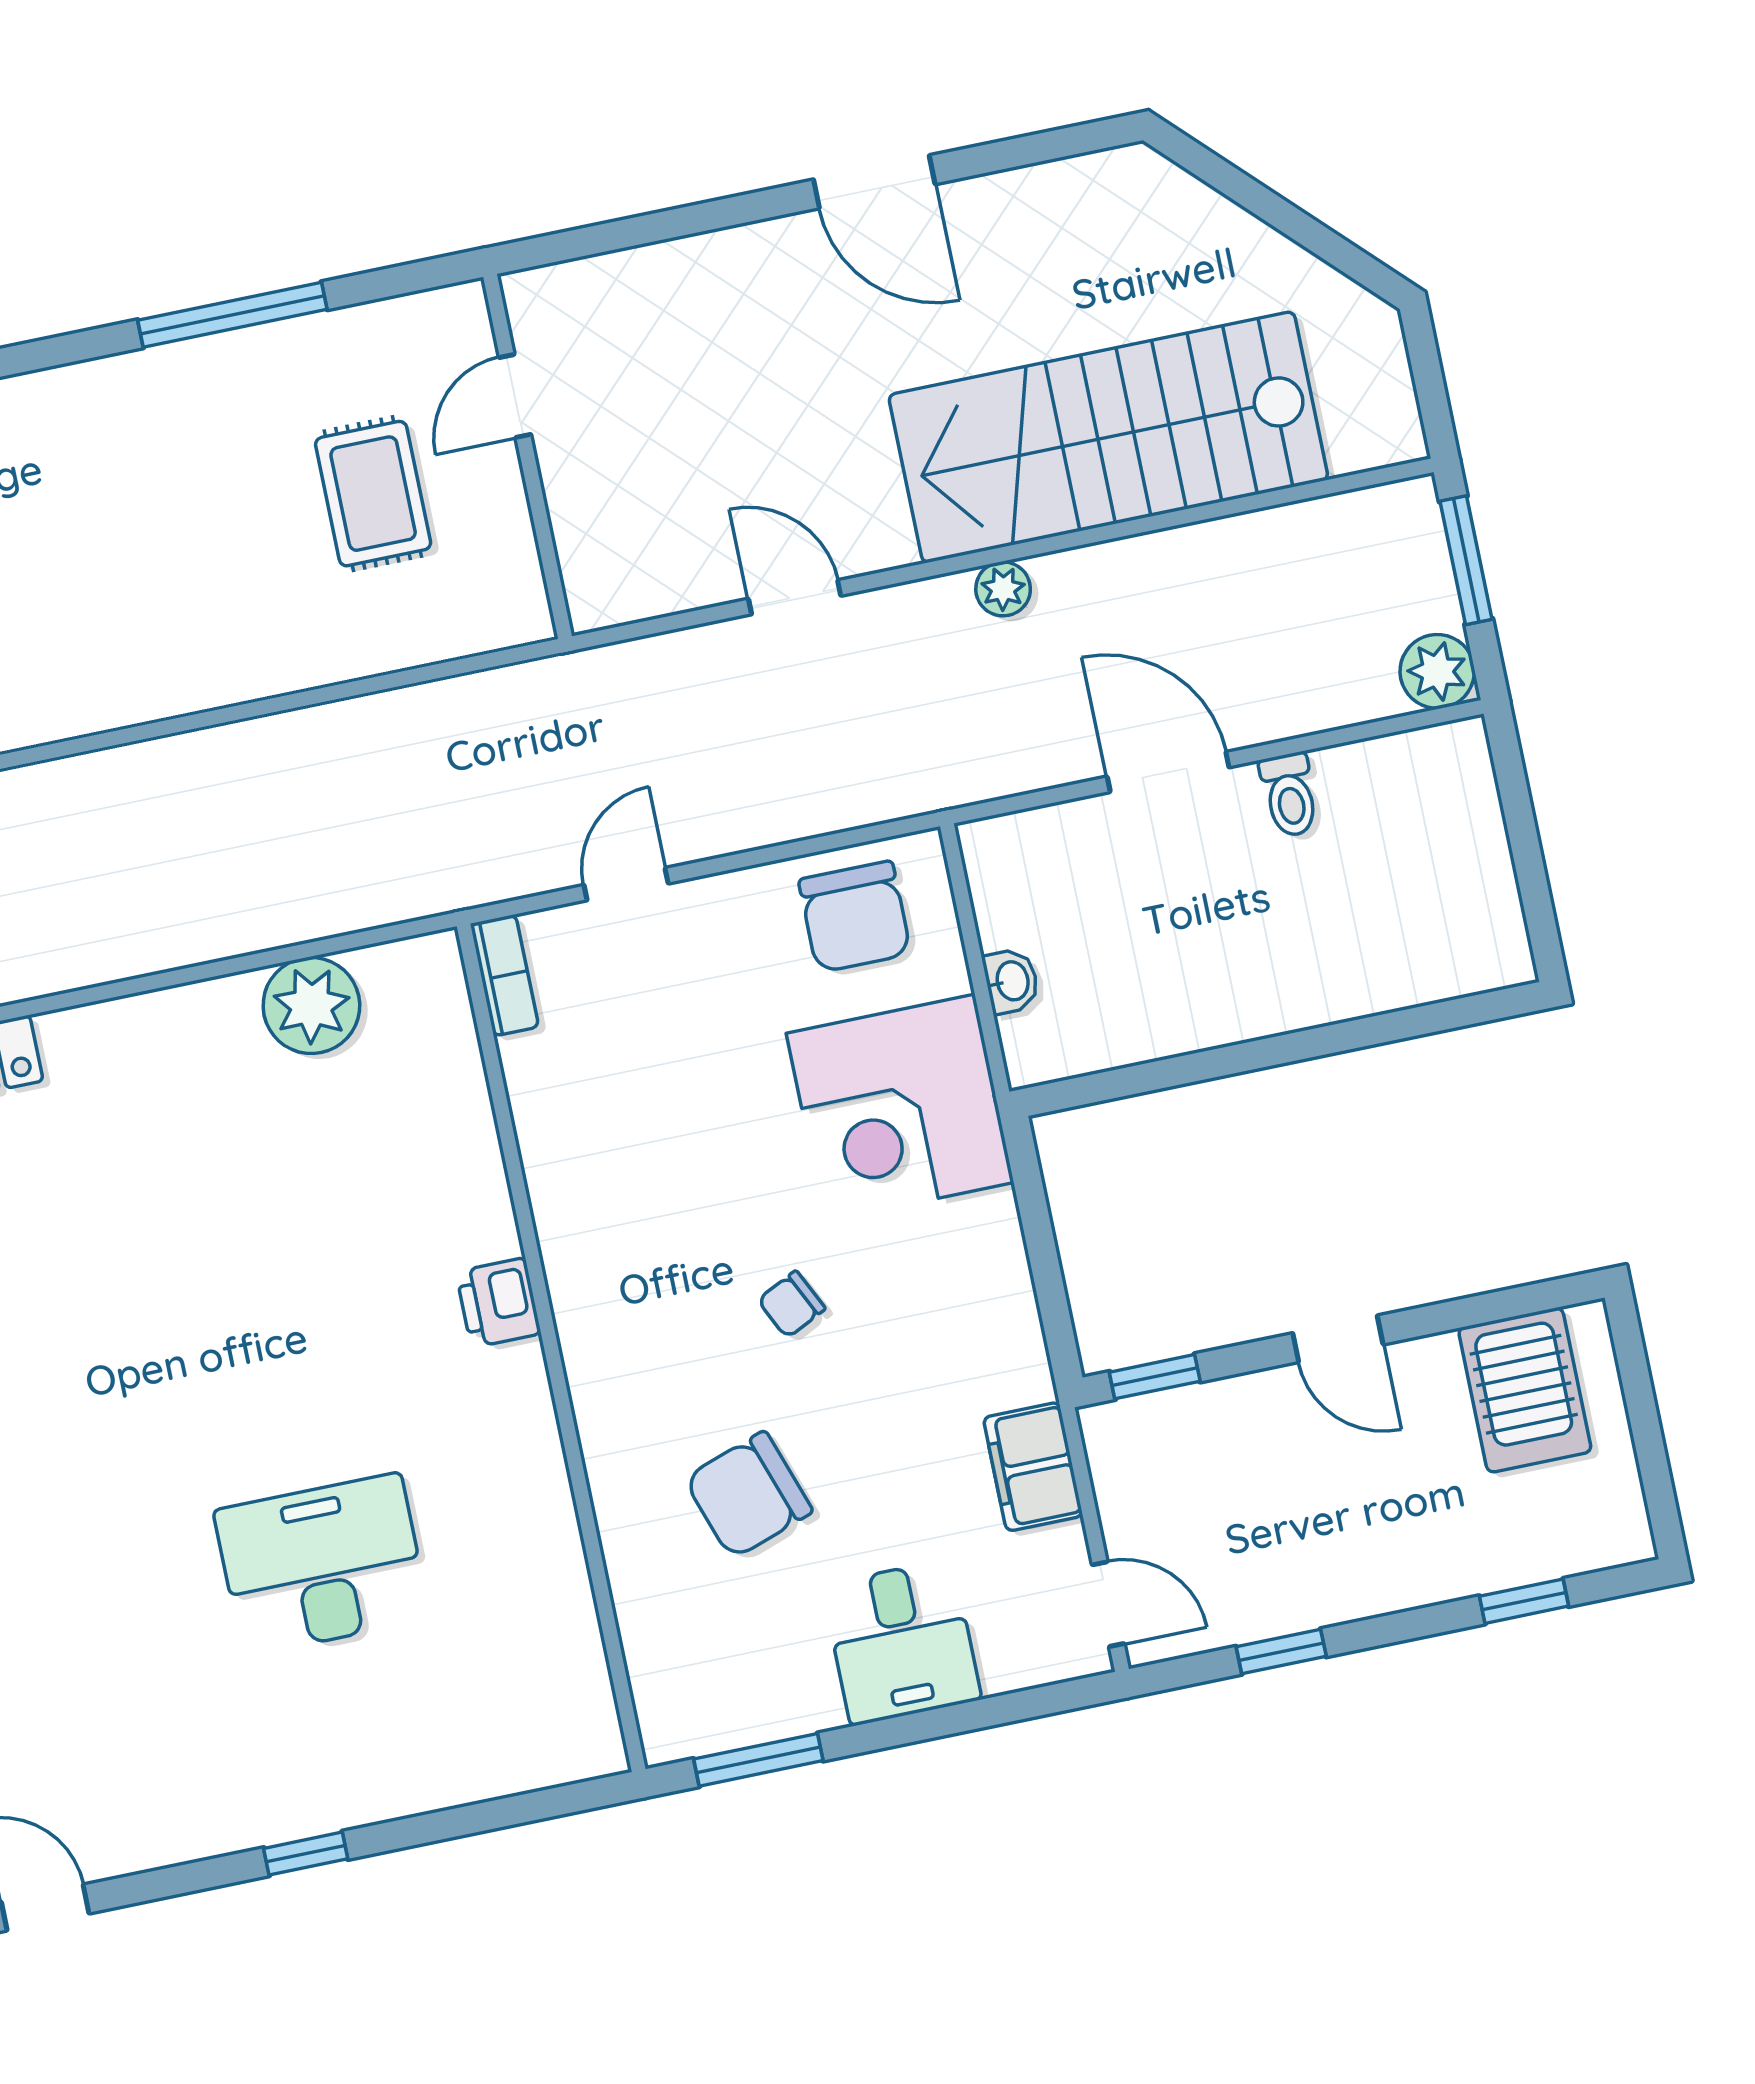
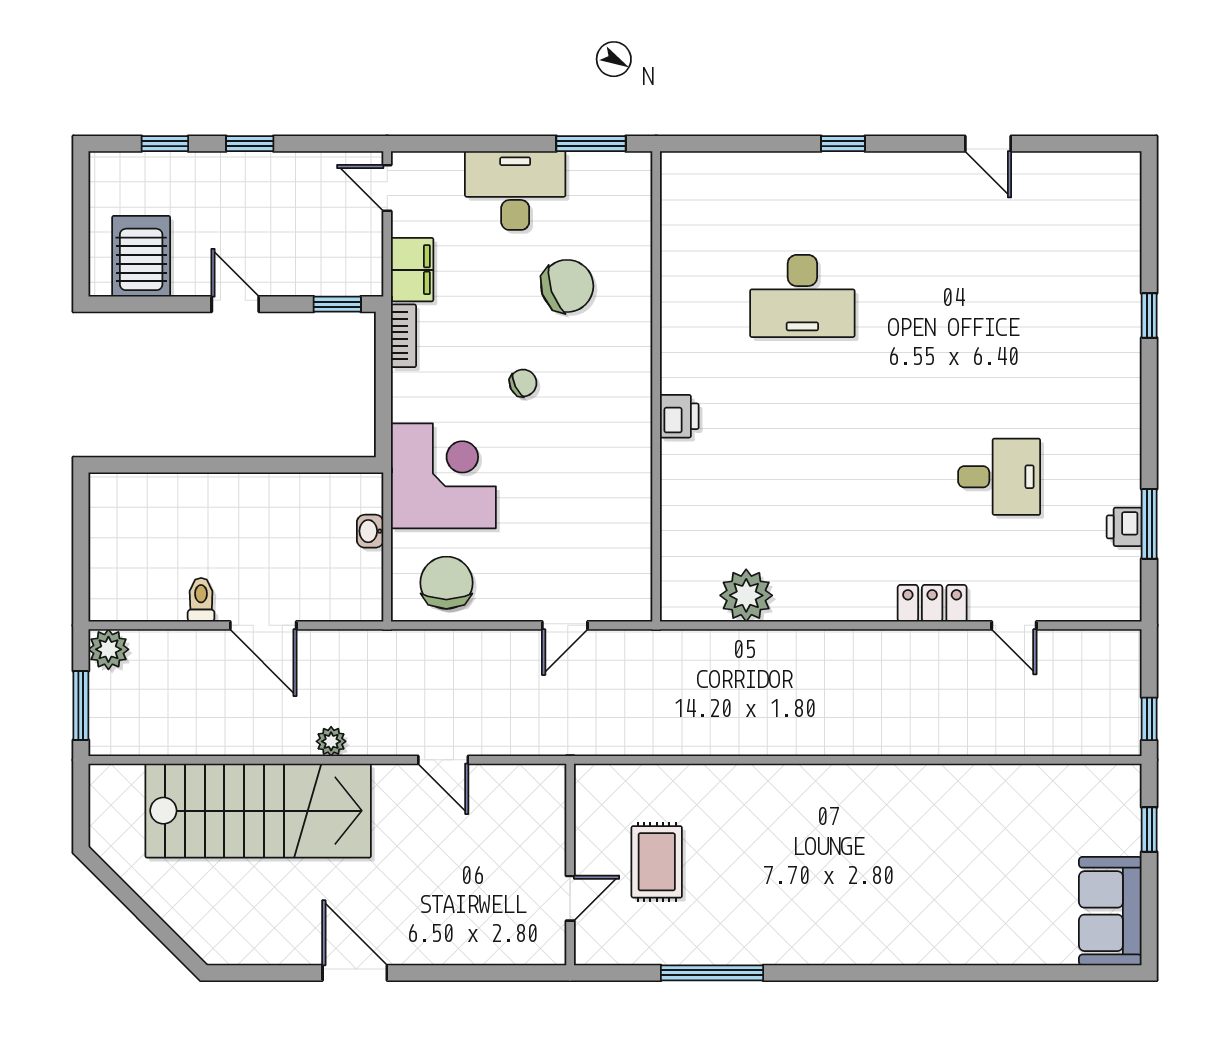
bookcase: (505, 975) -> (403, 336), moved, turned 180
desk: (902, 1642) -> (515, 190), width x1.37
window: (1281, 1652) -> (250, 144), moved

